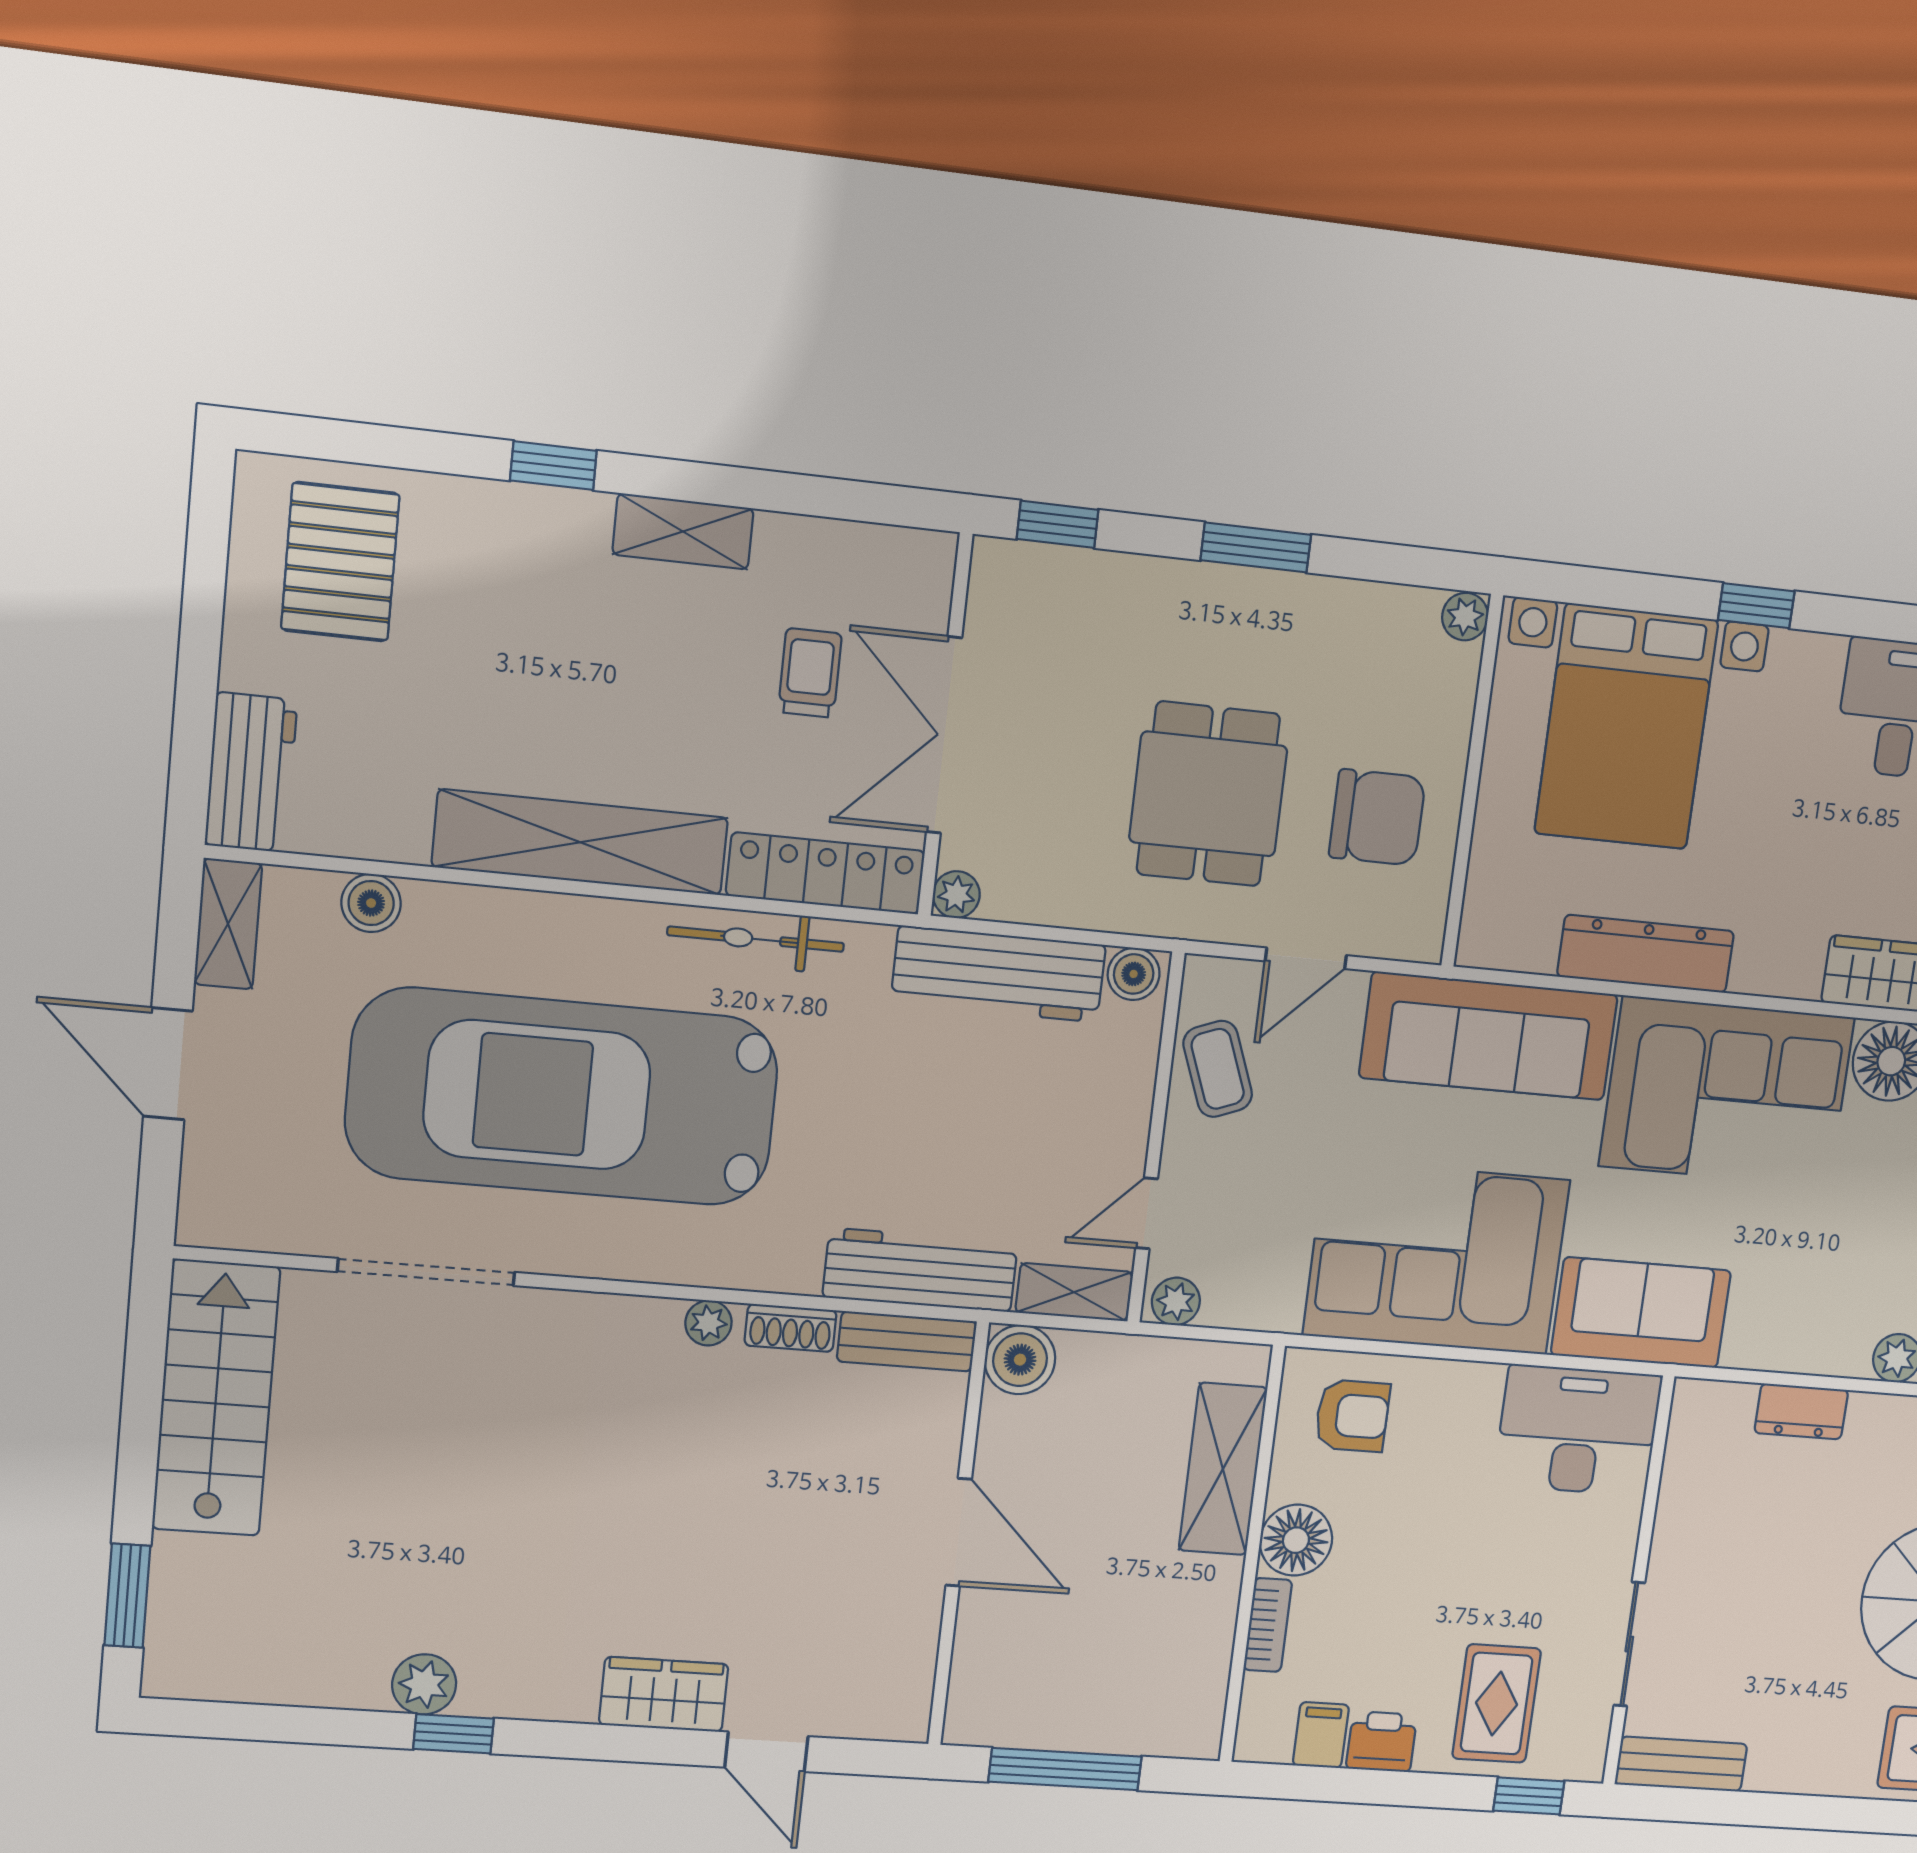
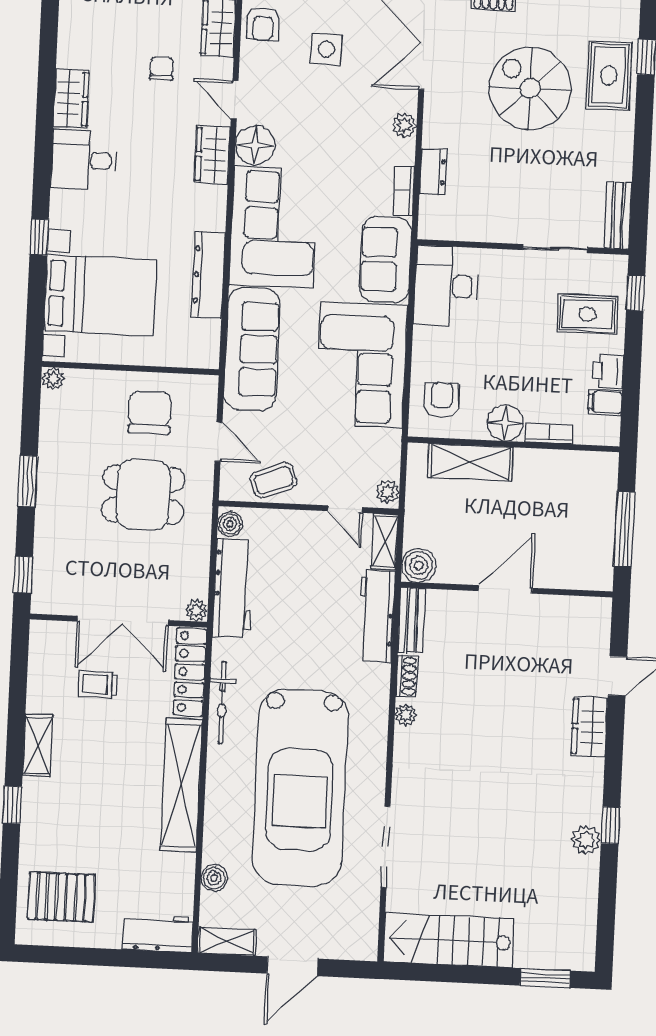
bookcase: (1771, 1353) -> (404, 191), added

